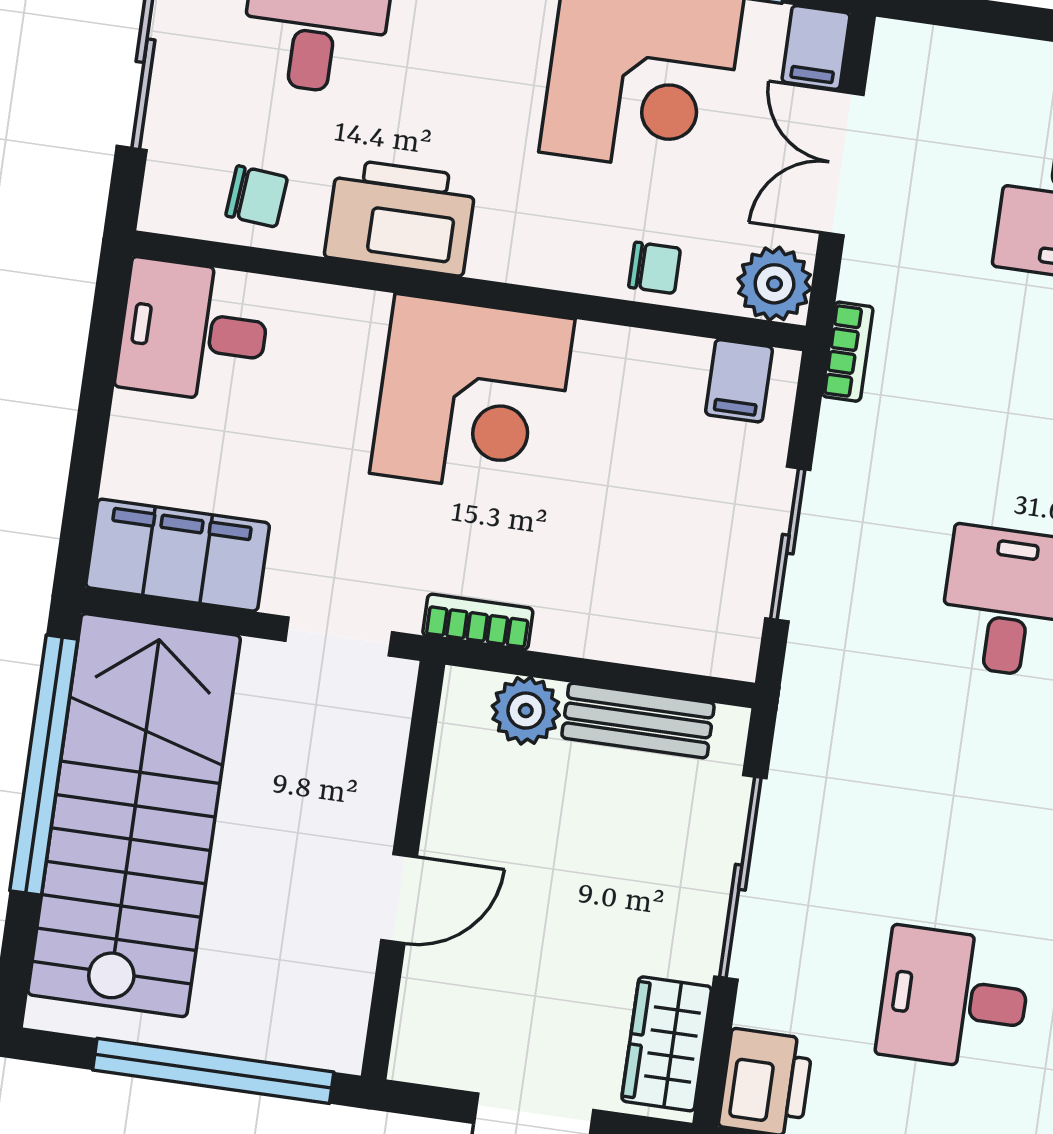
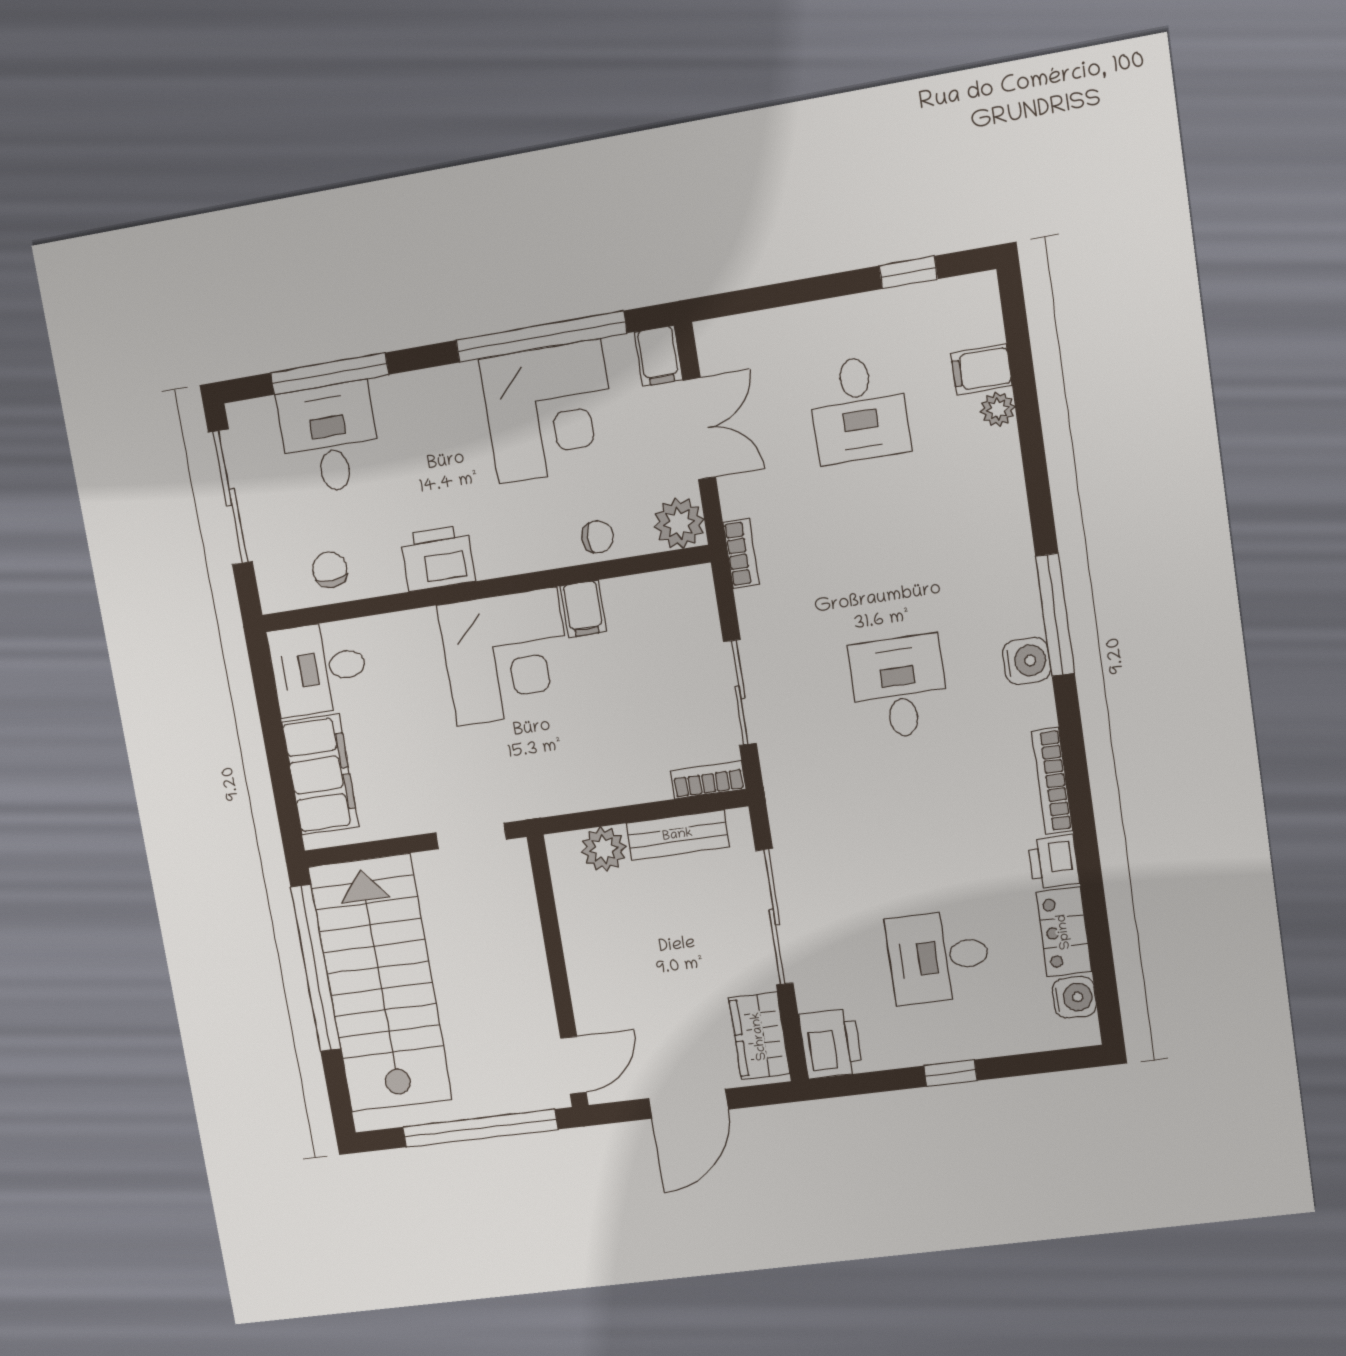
double door: (842, 164) -> (699, 429), swing flipped
chair: (257, 196) -> (330, 570), turned -98
printer: (400, 217) -> (438, 558), width x0.73, depth x0.84
filing cabinet: (739, 381) -> (583, 609), moved
filing cabinet: (178, 555) -> (320, 774), moved, turned 90
bookcase: (478, 622) -> (708, 780), moved
door: (399, 898) -> (573, 1065), moved

